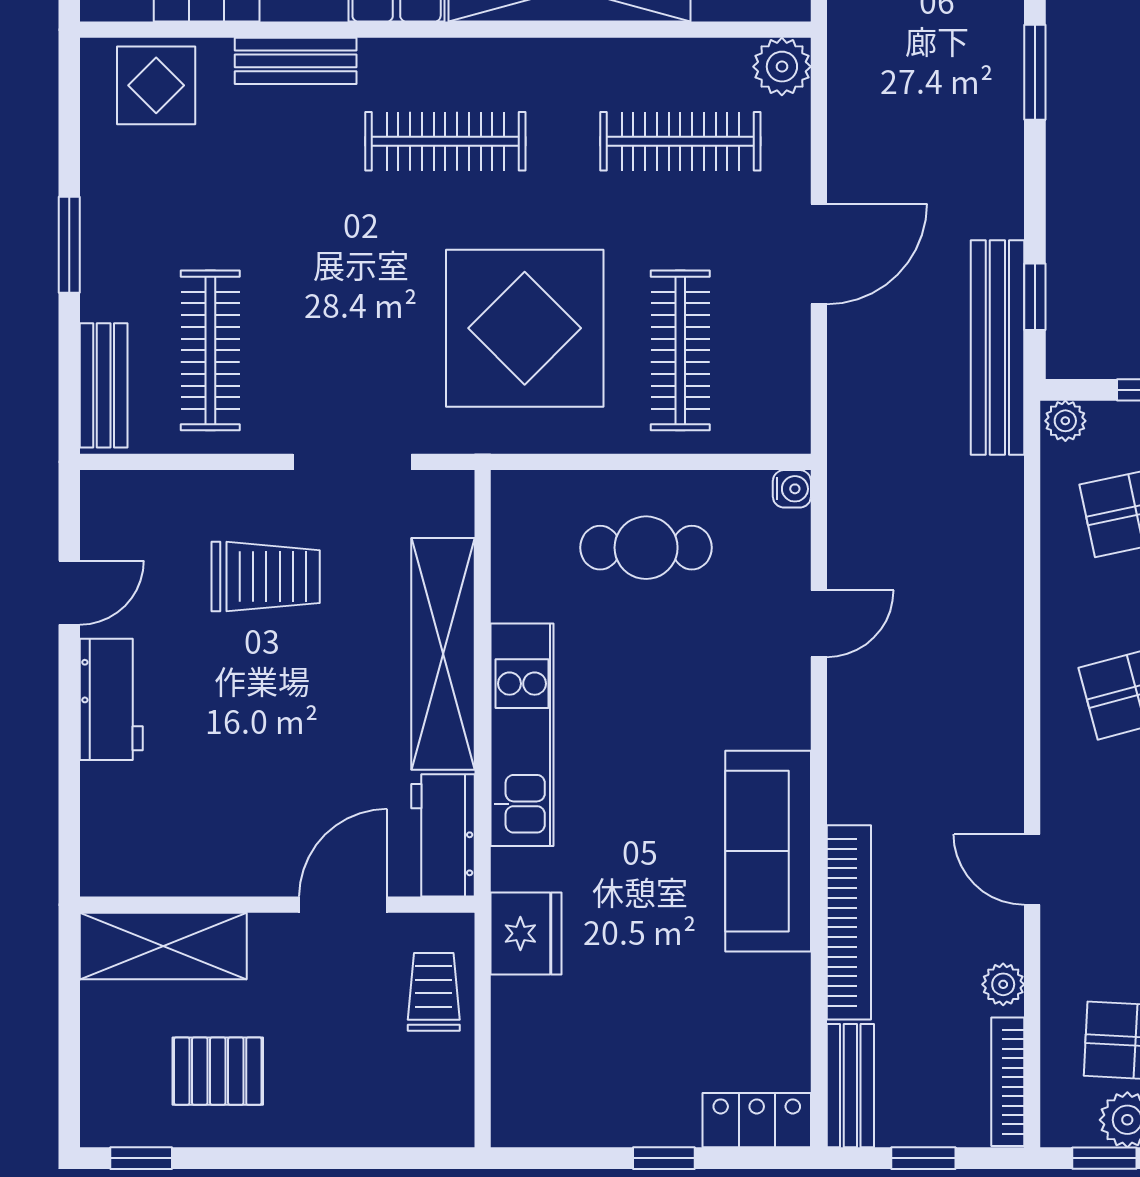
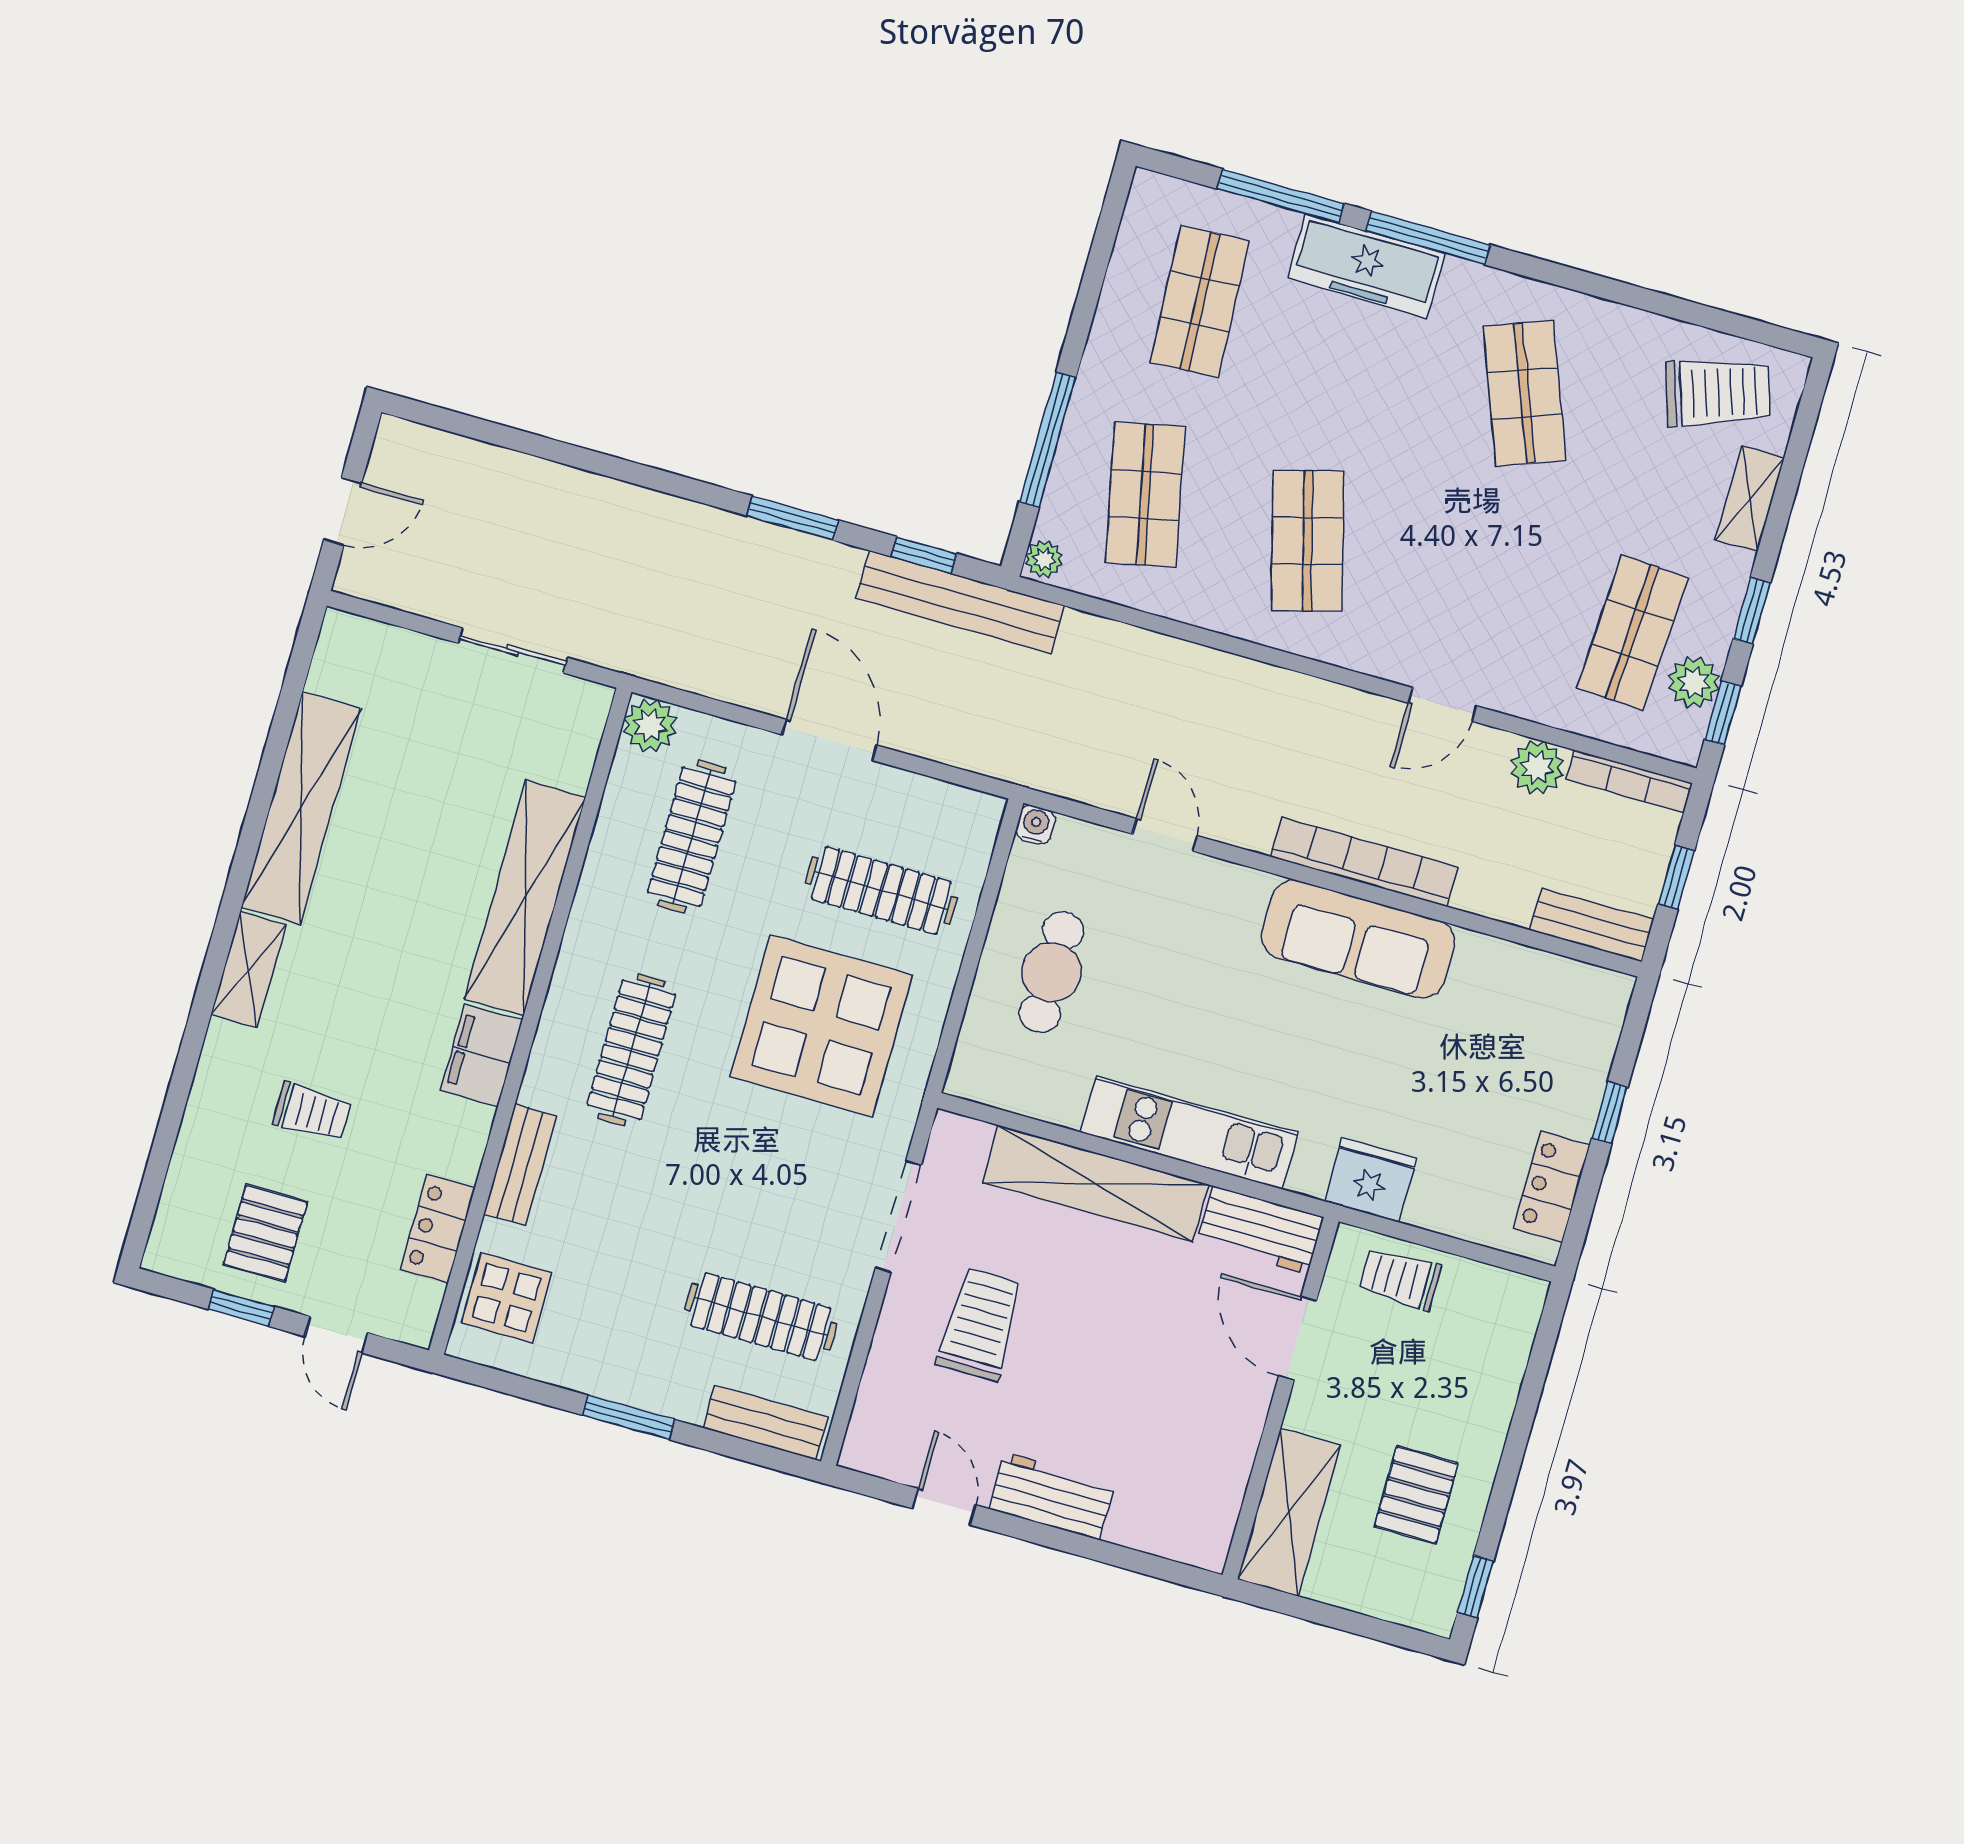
window: (1035, 72) -> (793, 518), moved
bookcase: (849, 922) -> (1364, 862), moved
plant: (1003, 984) -> (1537, 767), width x1.38, depth x1.38
locker: (757, 1120) -> (1552, 1187), moved

